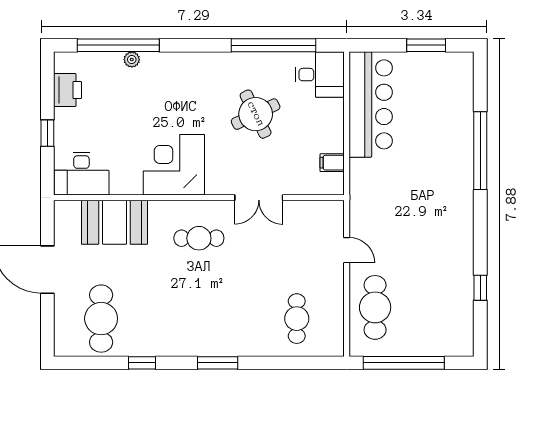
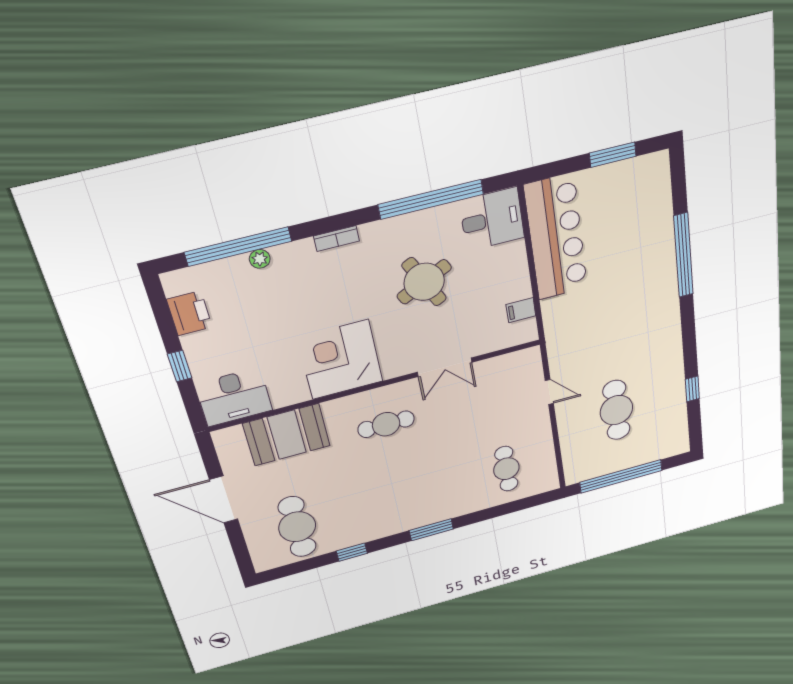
bookcase: (194, 58) -> (336, 239), added
cafe table: (375, 307) -> (616, 410), moved

